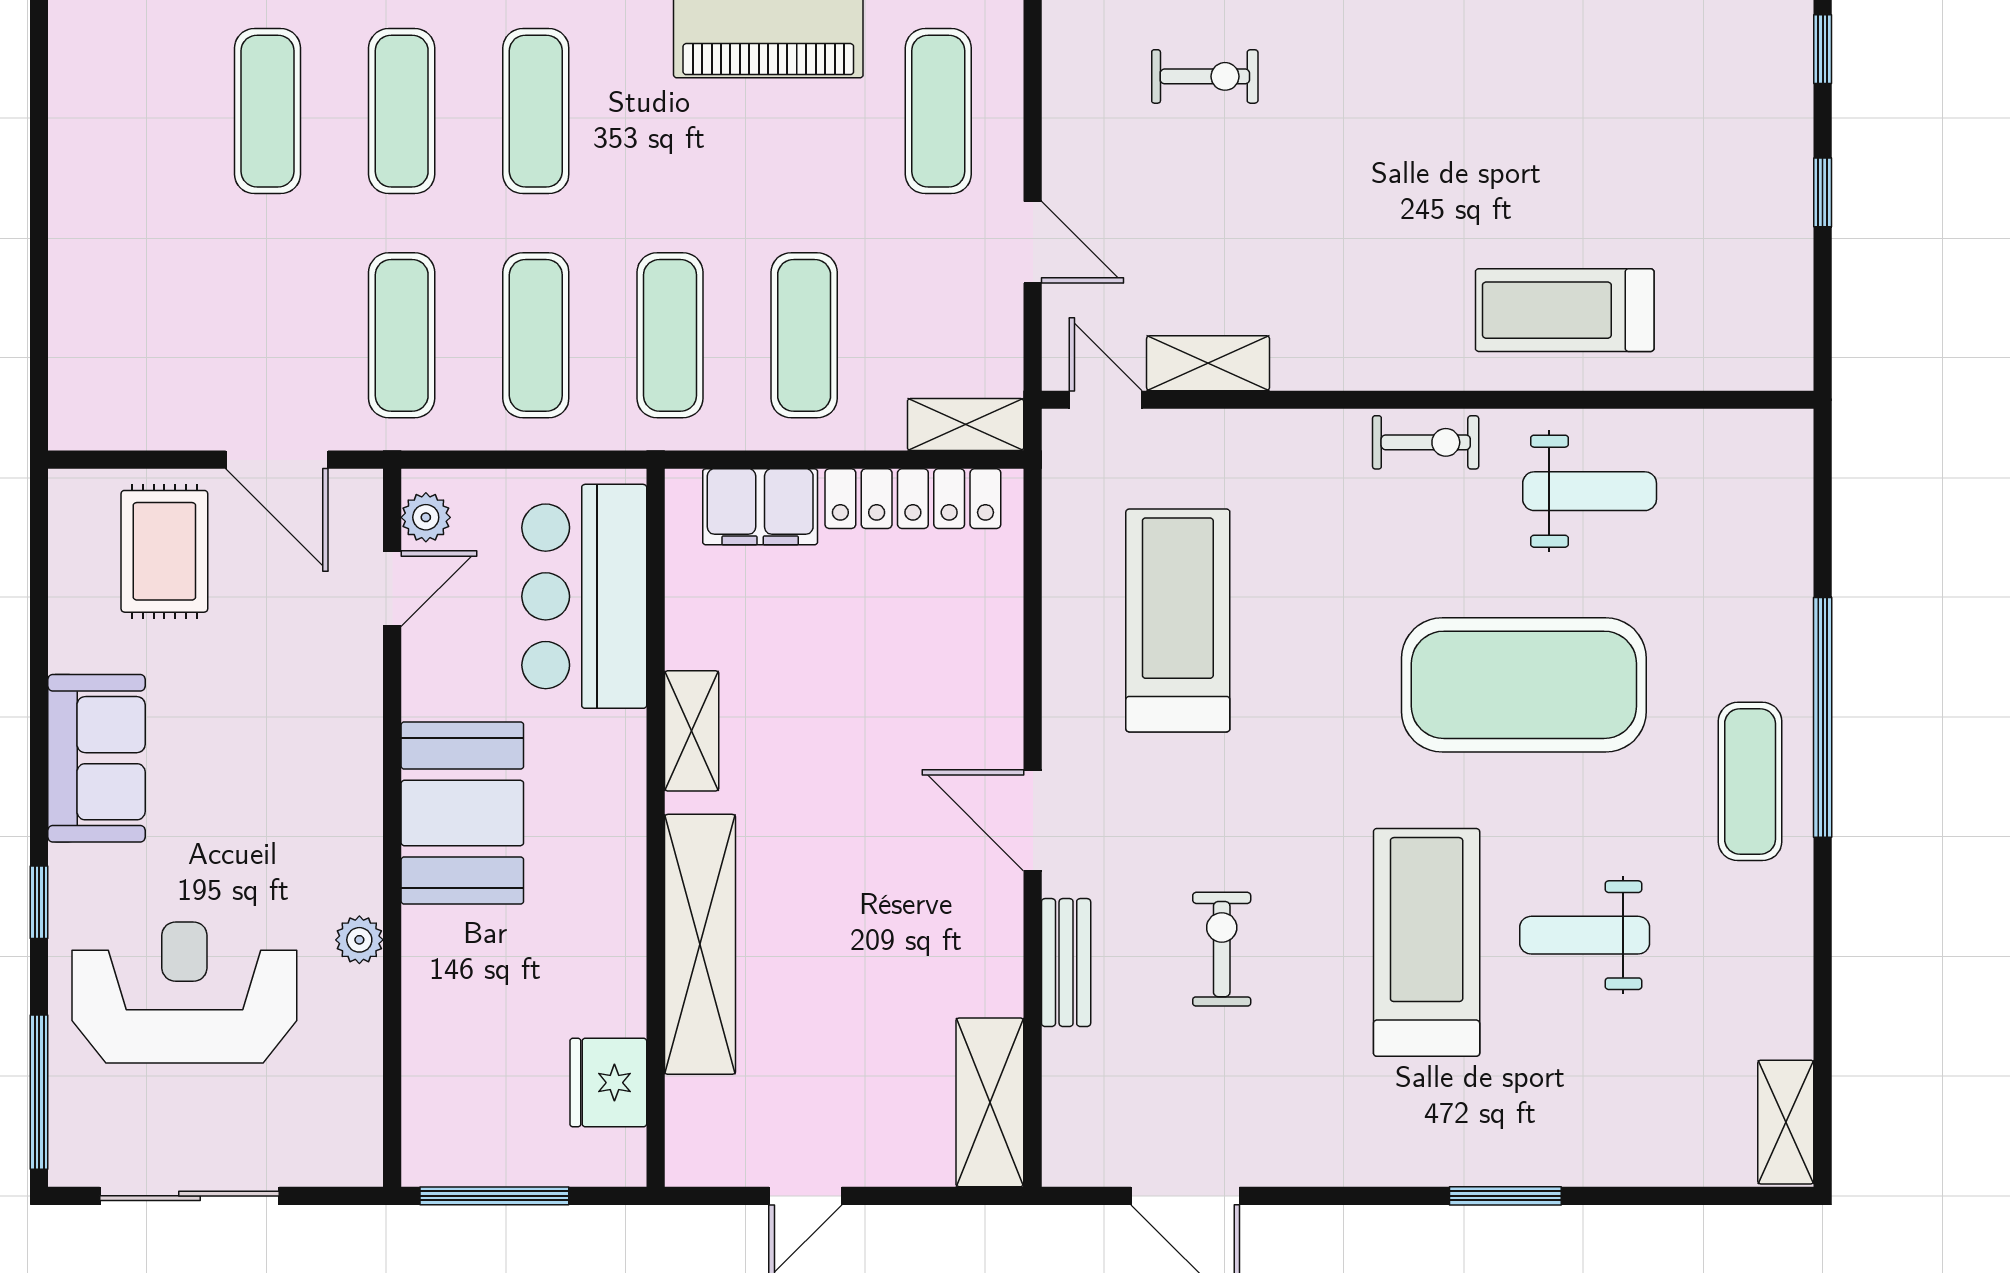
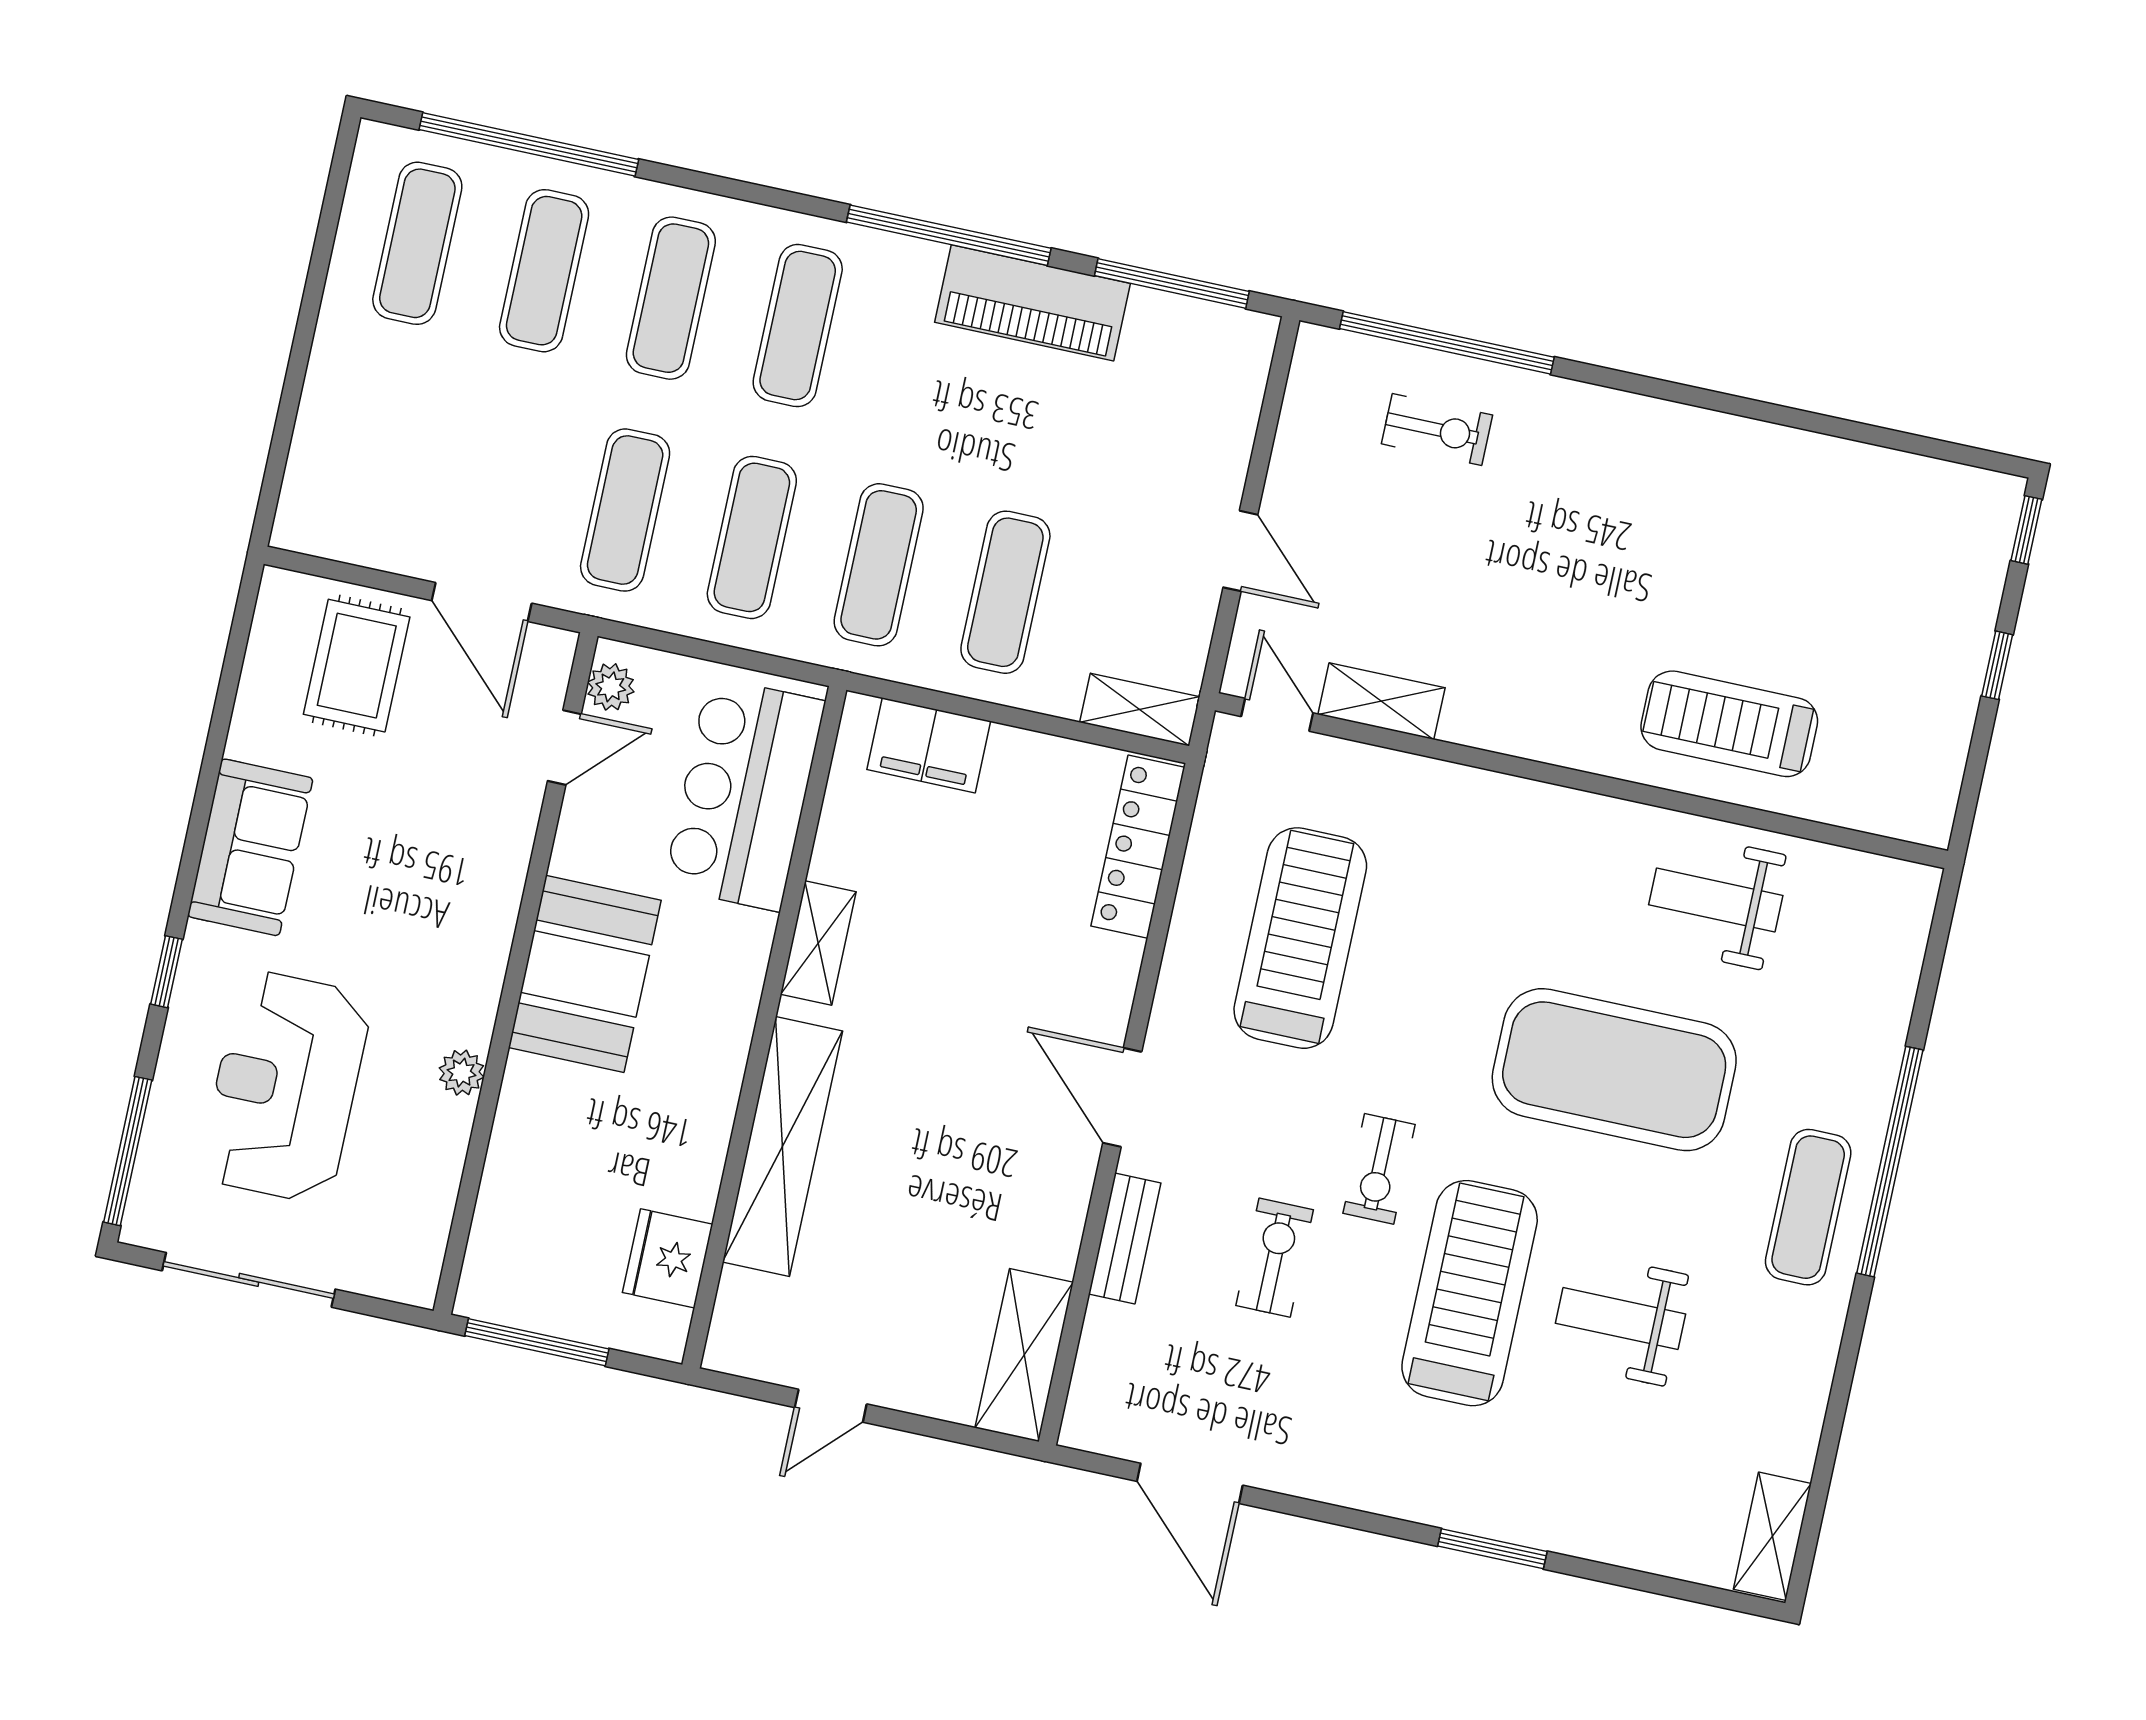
exercise mat: (938, 111) -> (417, 243), moved
exercise bike: (1426, 442) -> (1379, 1169), moved, turned 90
weight bench: (1590, 491) -> (1716, 900), turned 180
locker: (913, 499) -> (1138, 847), moved, turned 90
reception desk: (184, 993) -> (285, 1087), turned -90

